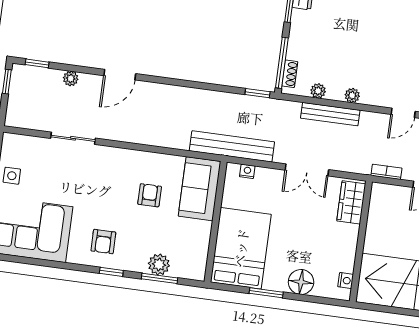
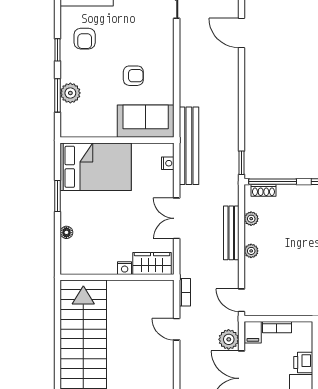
armchair: (103, 242) -> (85, 39), turned -90
nightstand: (346, 281) -> (125, 268), moved
floor lamp: (301, 282) -> (66, 232), width x0.53, depth x0.53

